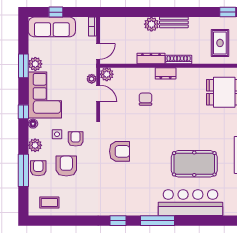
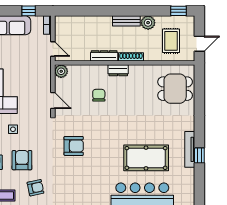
window: (56, 12) -> (29, 11), moved
plant: (151, 24) -> (148, 23), moved
door: (98, 51) -> (53, 49), hinge flipped
plant: (92, 79) -> (46, 76), removed
door: (98, 94) -> (53, 101), moved
armchair: (76, 139) -> (35, 188), moved, turned 78

